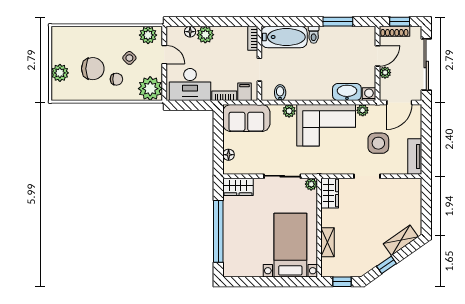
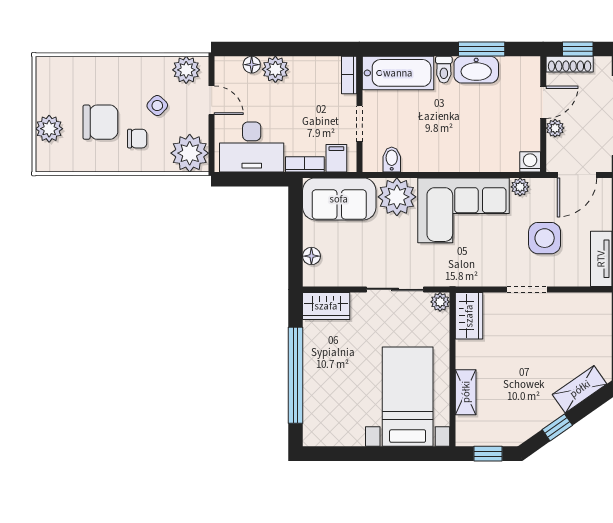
washbasin: (347, 92) -> (476, 70), moved, turned 180
plant: (289, 111) -> (397, 197), width x1.88, depth x1.88

